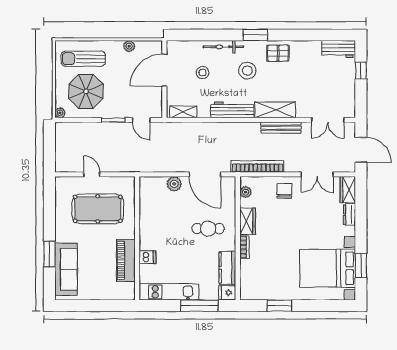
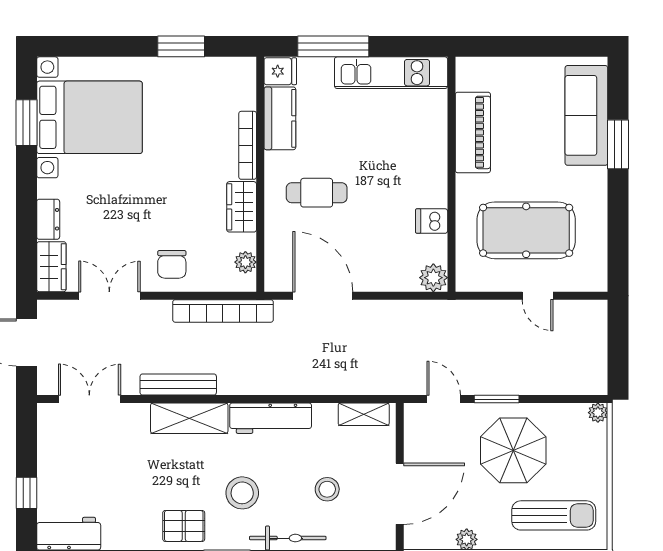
parasol: (86, 91) -> (513, 450), moved
plant: (174, 184) -> (433, 278), moved
bookcase: (244, 247) -> (248, 145), width x1.56
dishwasher: (148, 257) -> (432, 221), moved

